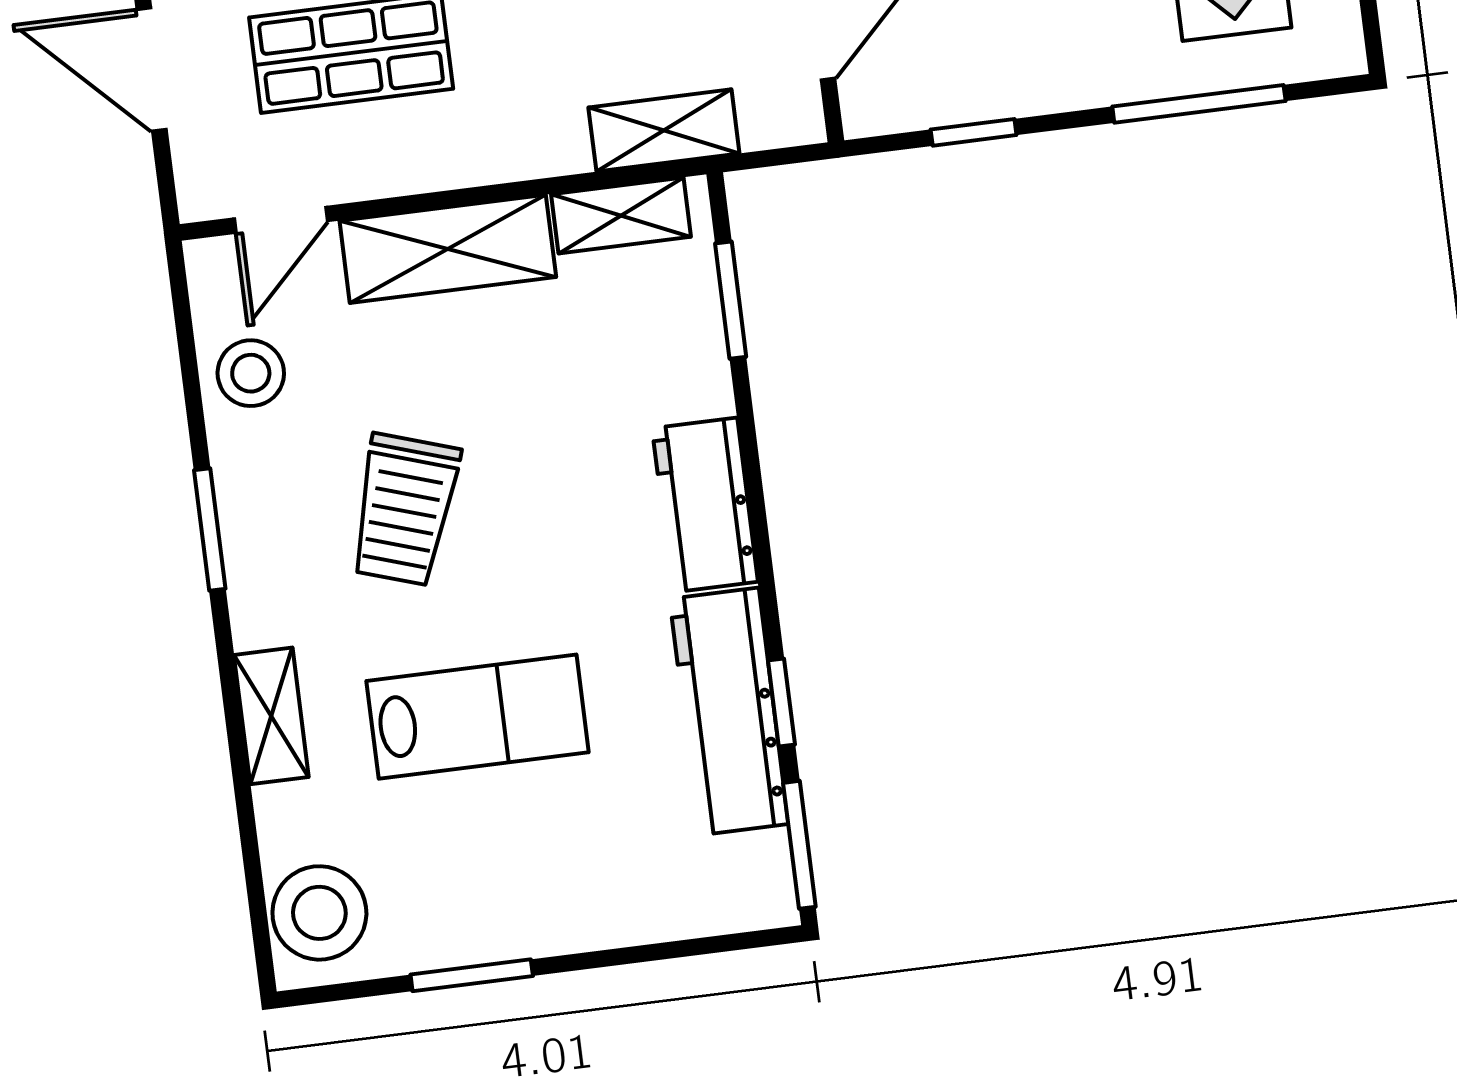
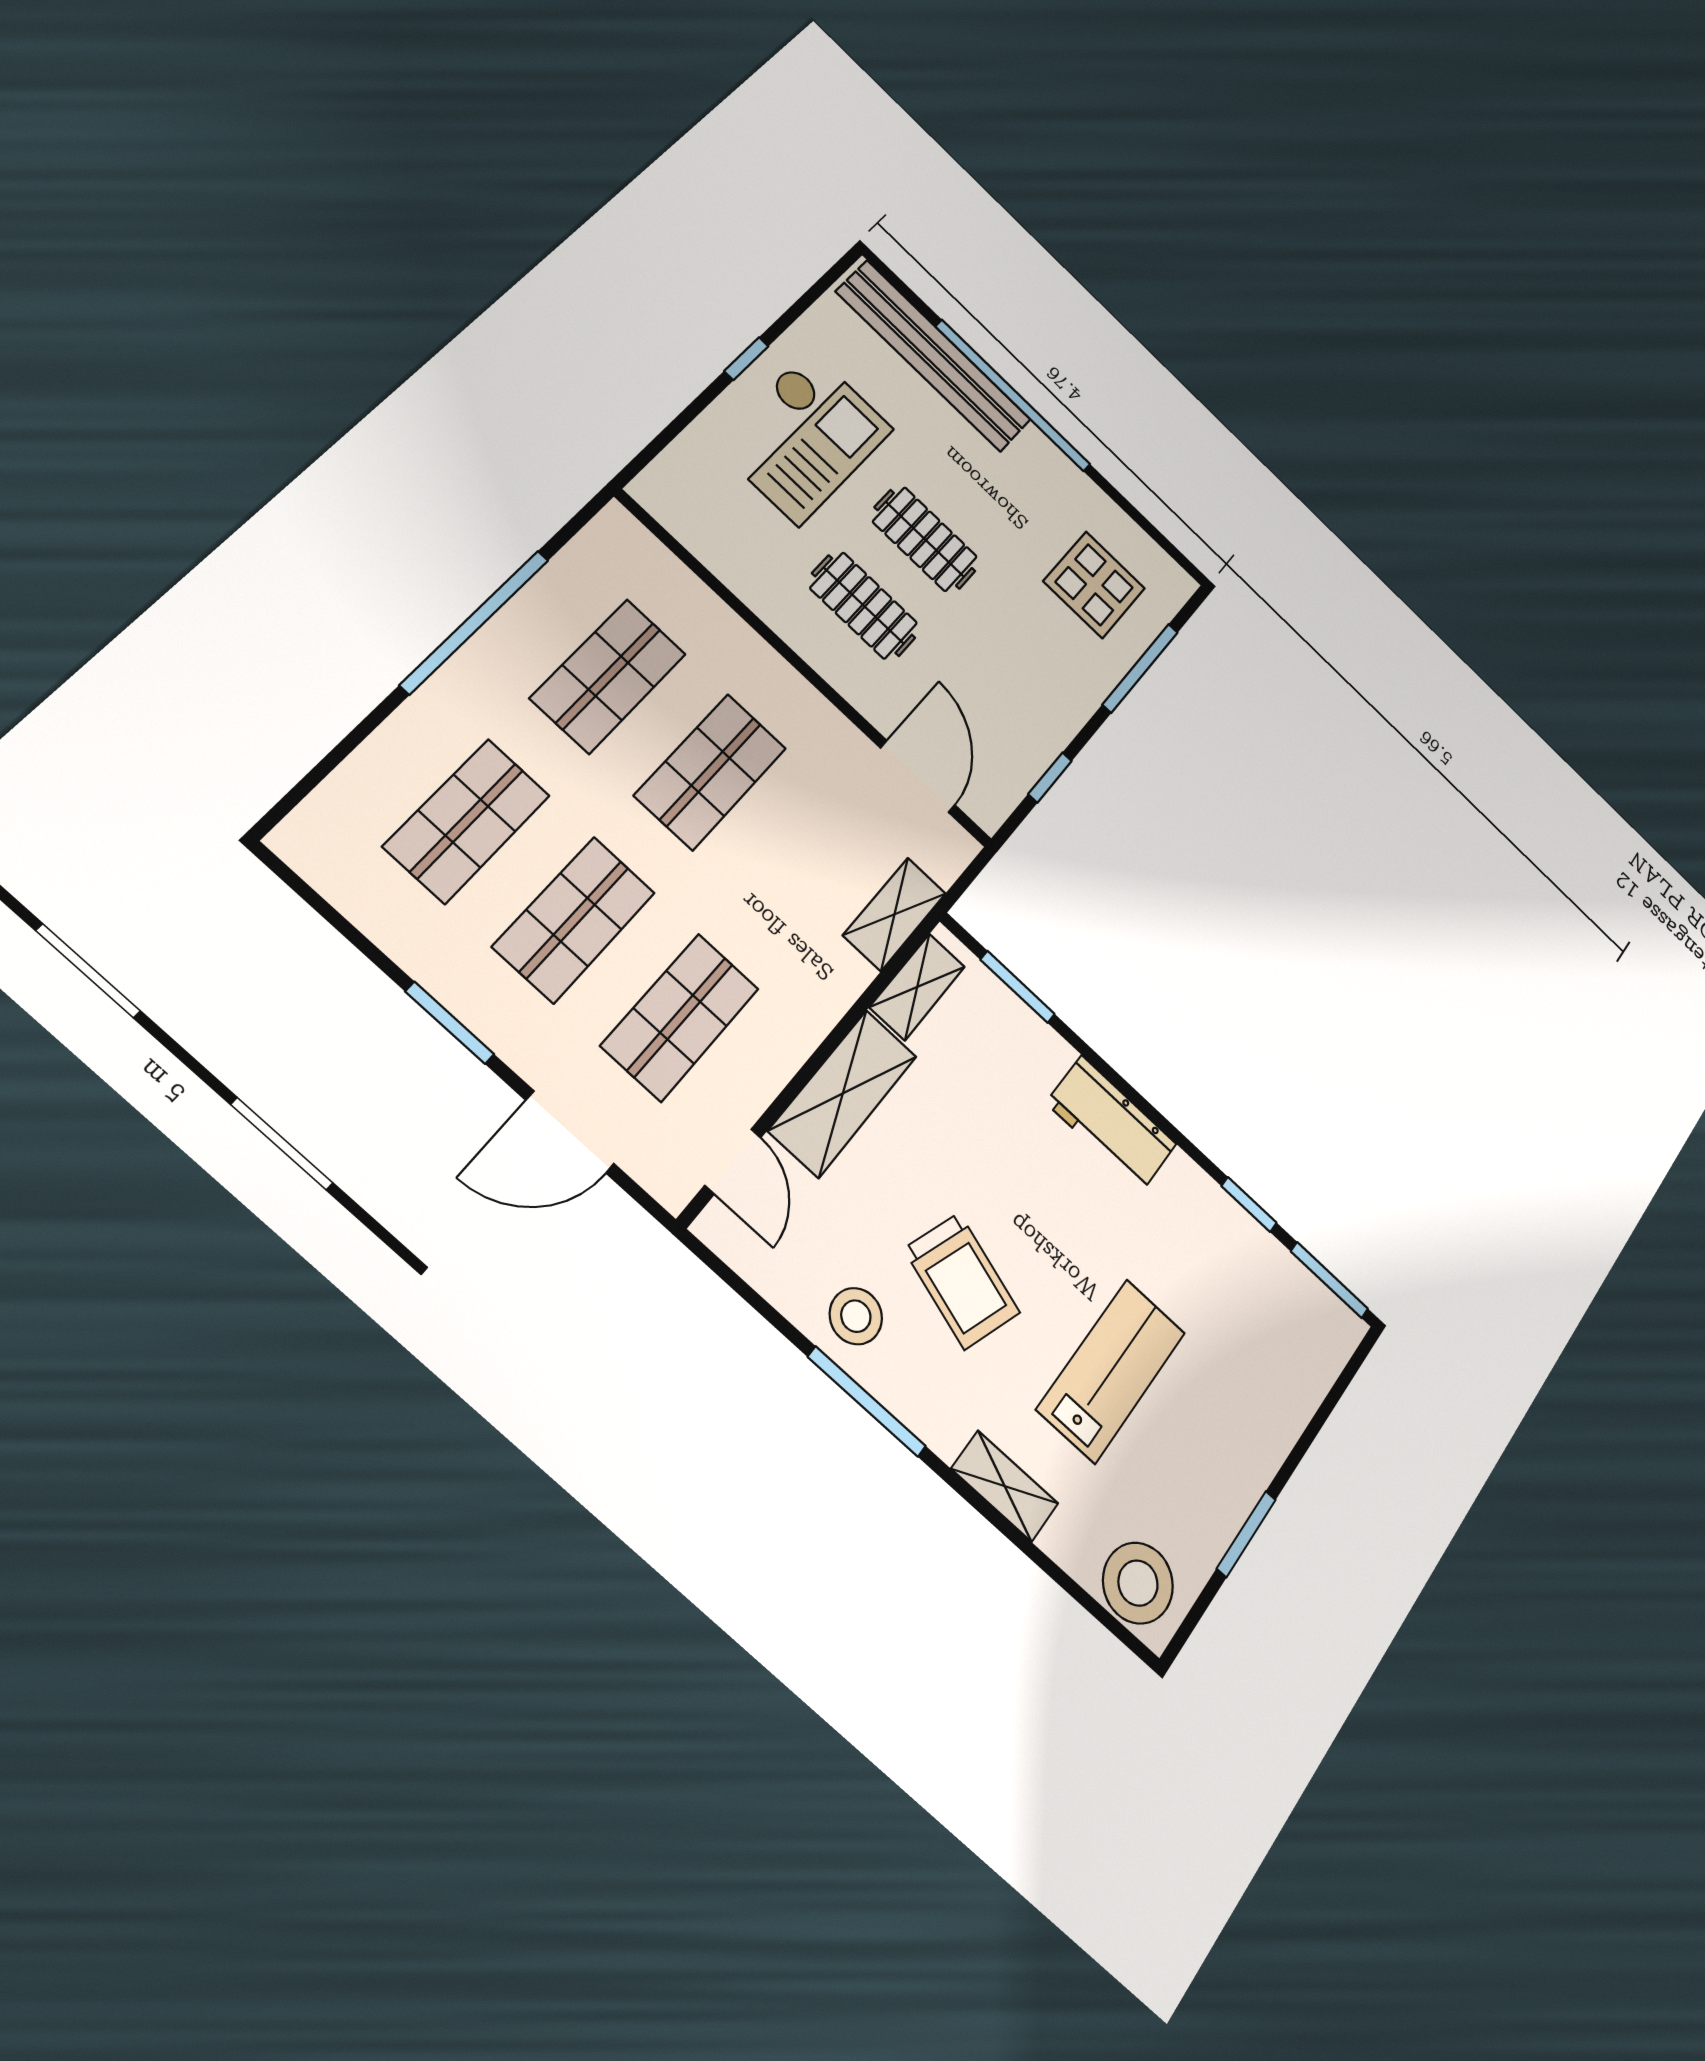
stool: (251, 373) -> (856, 1316), moved
window: (210, 529) -> (867, 1402), width x1.44
workbench: (729, 711) -> (1229, 1236), removed

